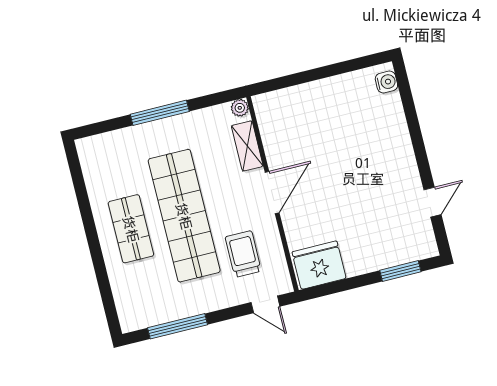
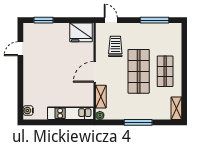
kitchen unit: (300, 98) -> (71, 113), added
shelving: (90, 160) -> (176, 108), added
shop shelf: (184, 216) -> (139, 71), width x0.71
trolley: (243, 254) -> (115, 46), turned 180

